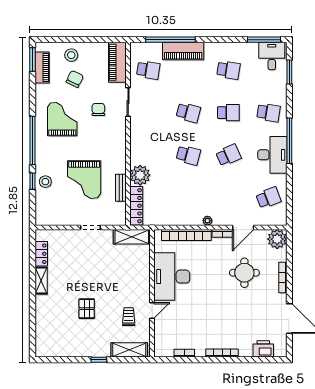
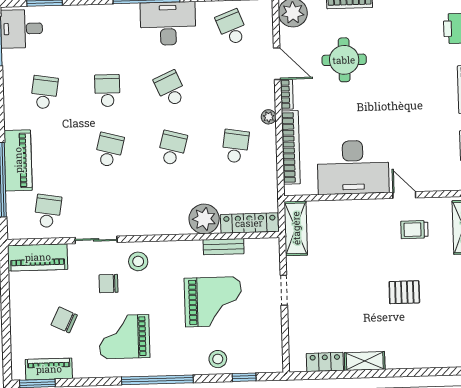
stool: (71, 55) -> (138, 261), moved
school desk: (268, 113) -> (235, 146), moved
window: (32, 181) -> (244, 377), moved

